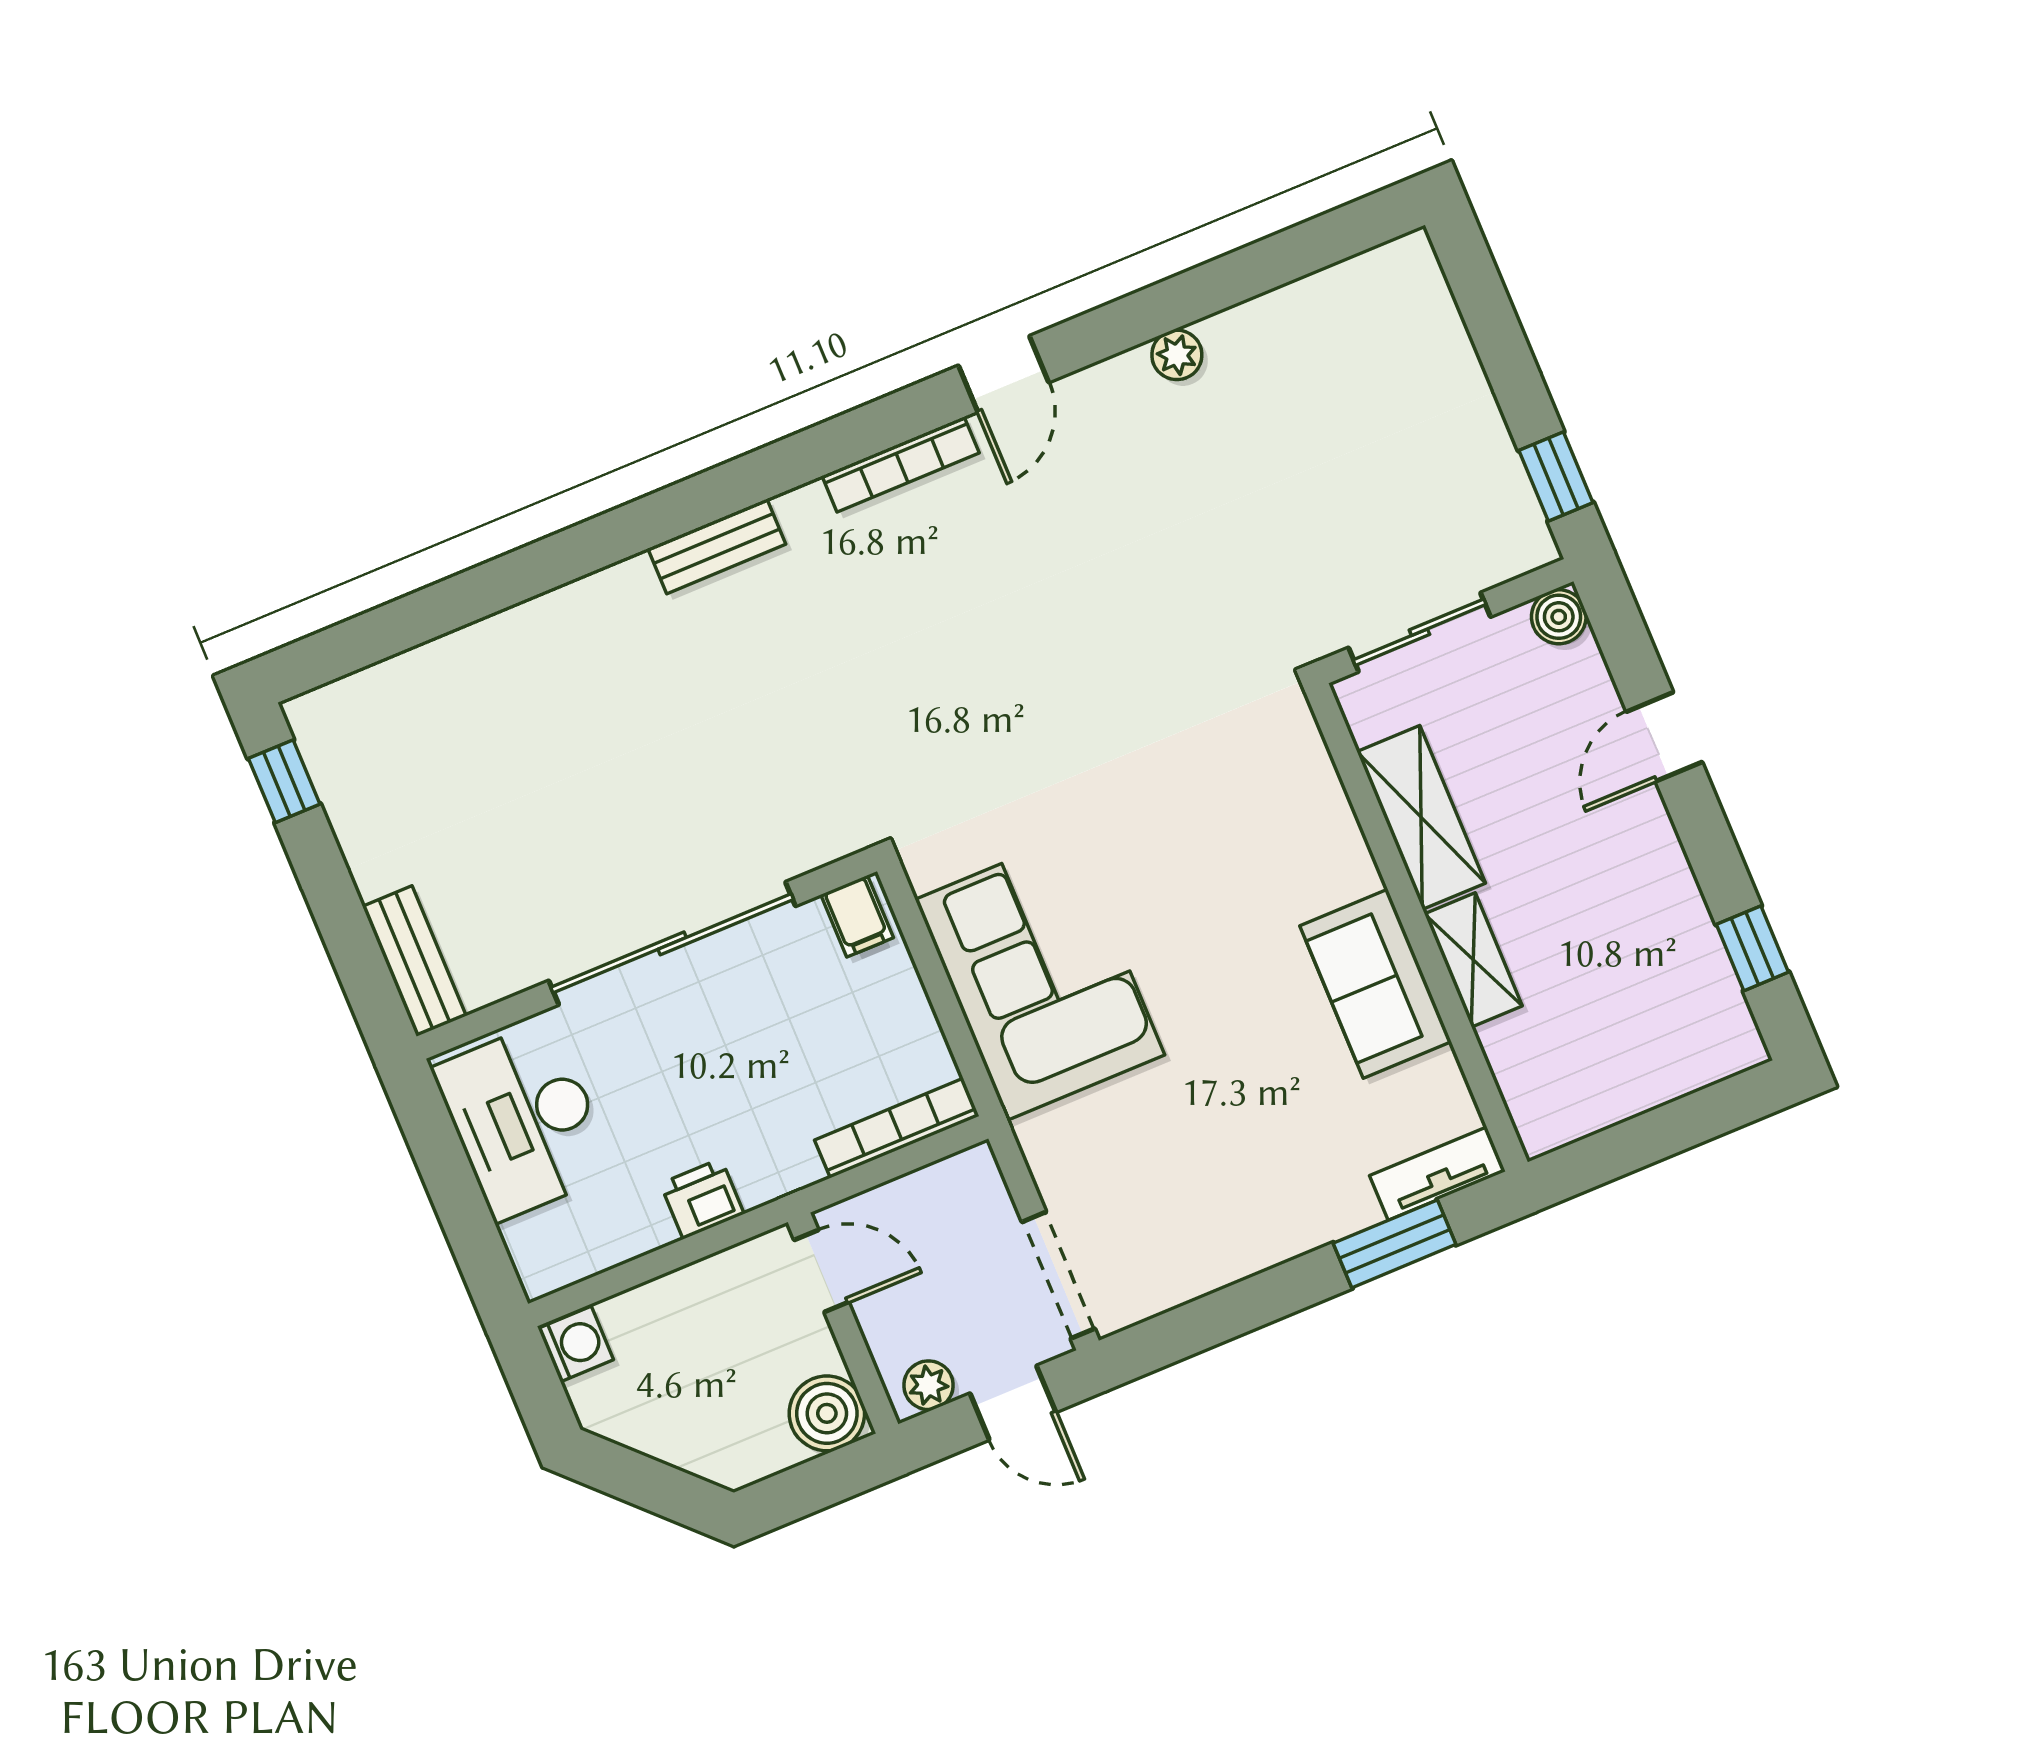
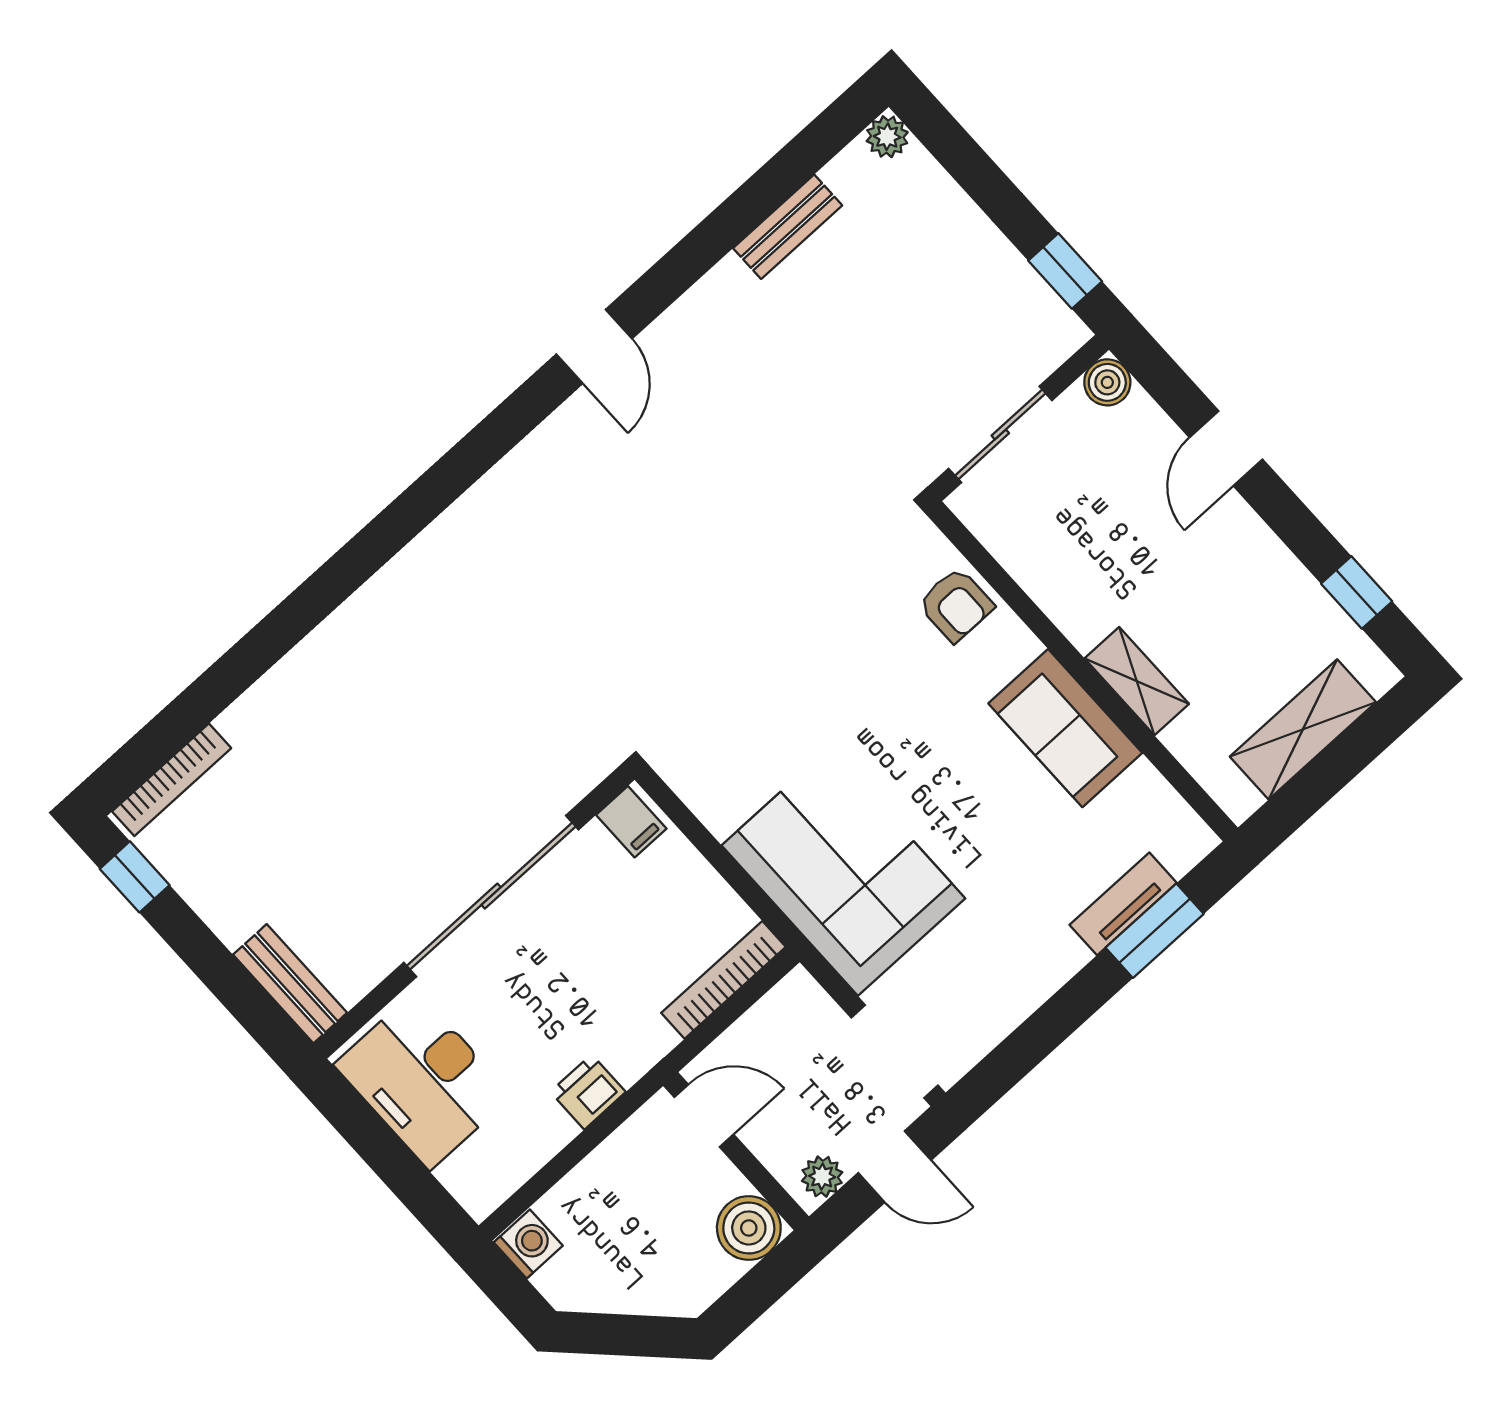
plant: (1177, 355) -> (887, 137), moved
bookcase: (901, 464) -> (172, 780), moved
bench: (717, 546) -> (788, 227), moved
armchair: (1303, 804) -> (956, 605), added
shelving: (1421, 817) -> (1303, 729), moved, turned 90
corner sofa: (1040, 977) -> (843, 872), moved
tv unit: (1437, 1174) -> (1123, 904), moved

